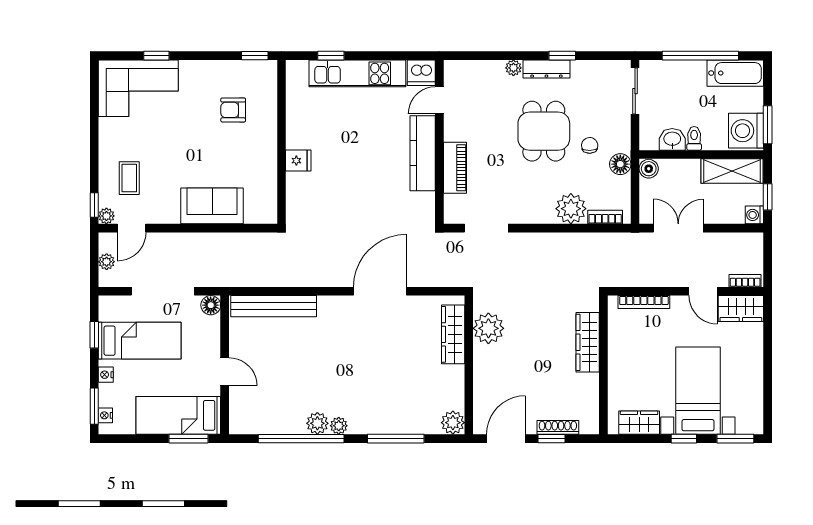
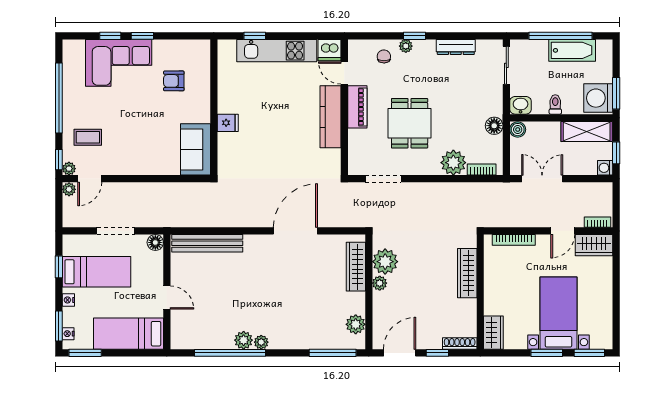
window: (255, 56) -> (142, 36), moved
window: (562, 56) -> (415, 36), moved
dresser: (546, 69) -> (456, 47), moved
bathtub: (735, 73) -> (572, 50), moved
corner sofa: (138, 88) -> (119, 63), moved
door: (439, 100) -> (344, 73), hinge flipped
window: (94, 131) -> (59, 98), added
dining table: (544, 131) -> (410, 123), moved
washbasin: (672, 139) -> (521, 105), moved
chair: (590, 145) -> (384, 56), moved
piano: (455, 168) -> (357, 107), moved
coffee table: (129, 178) -> (88, 137), turned 90
sofa: (212, 206) -> (195, 149), moved, turned -90
plant: (107, 262) -> (69, 189), moved
doorway: (163, 291) -> (116, 231), width x0.73
door: (703, 291) -> (563, 231), hinge flipped
plant: (482, 354) -> (380, 283), added
plant: (453, 423) -> (356, 324), moved
wardrobe: (639, 423) -> (493, 333), moved, turned 90
shoe rack: (558, 427) -> (460, 344), moved
window: (188, 439) -> (85, 353), moved
window: (396, 439) -> (333, 353), moved
window: (684, 439) -> (547, 353), width x1.50

